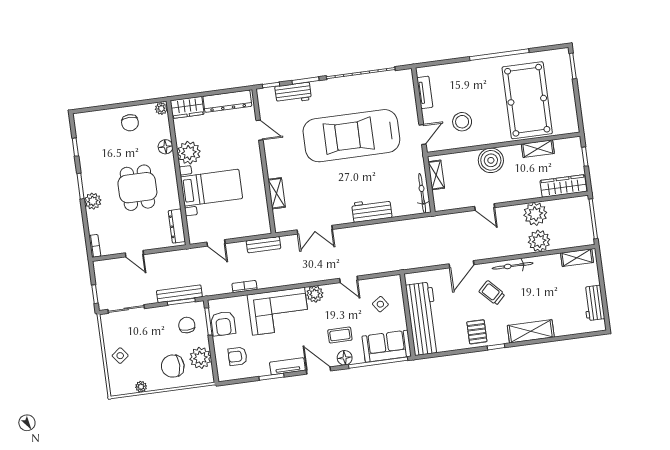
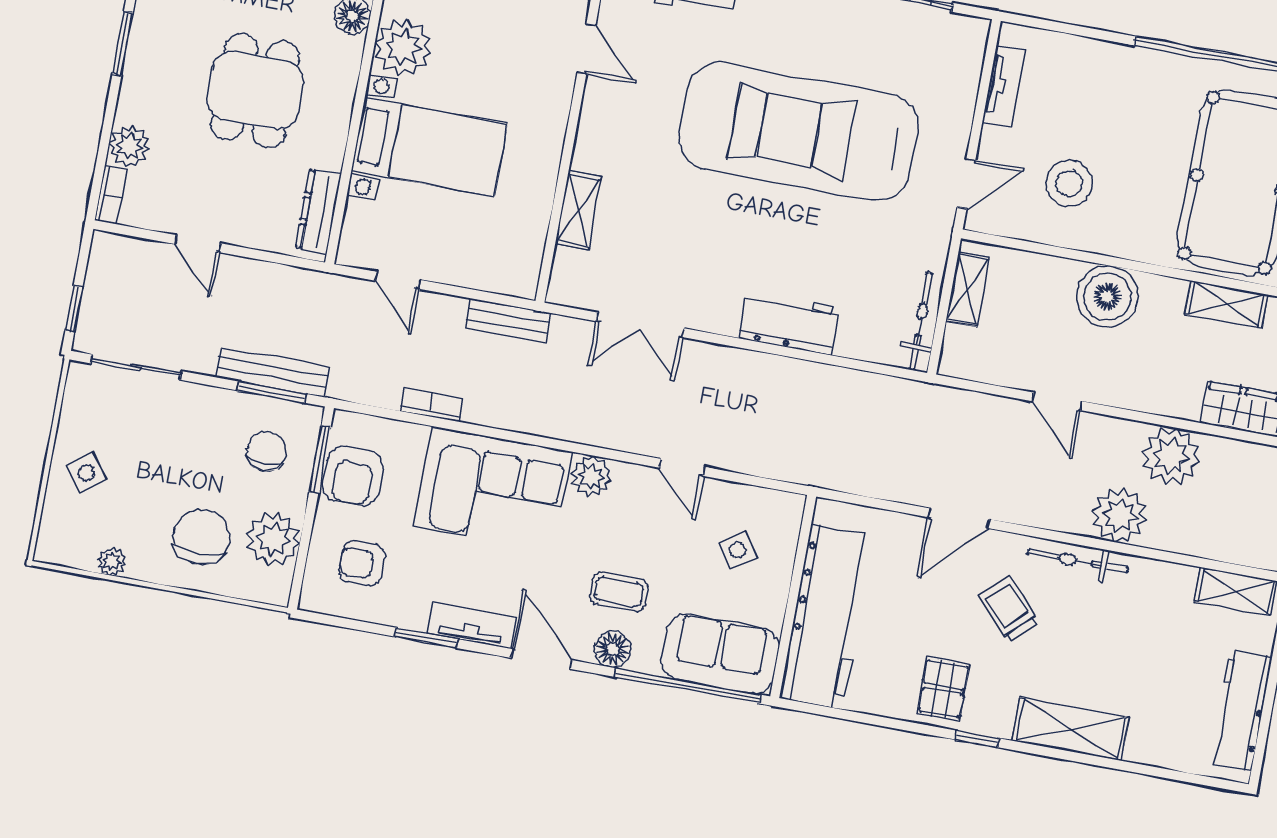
plant: (93, 201) -> (129, 146), moved
plant: (539, 241) -> (1119, 515), moved
workbench: (594, 303) -> (1240, 710), width x1.37
chair: (173, 366) -> (202, 537), turned 90

